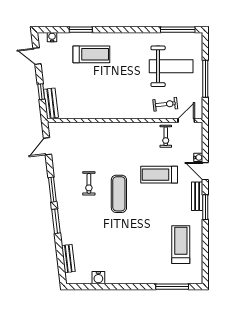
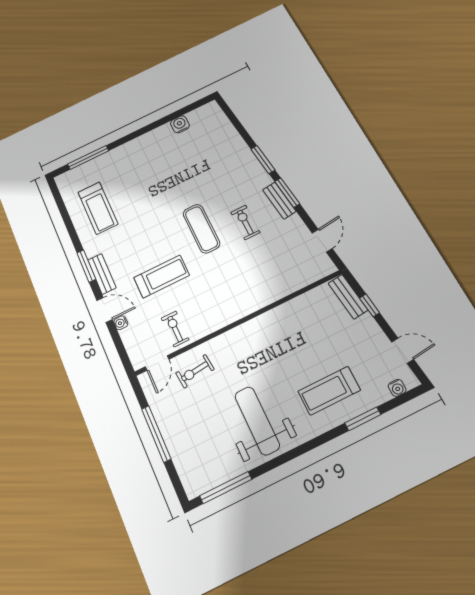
weight bench: (171, 66) -> (257, 421), moved, turned 90
bench: (68, 259) -> (279, 201), moved

